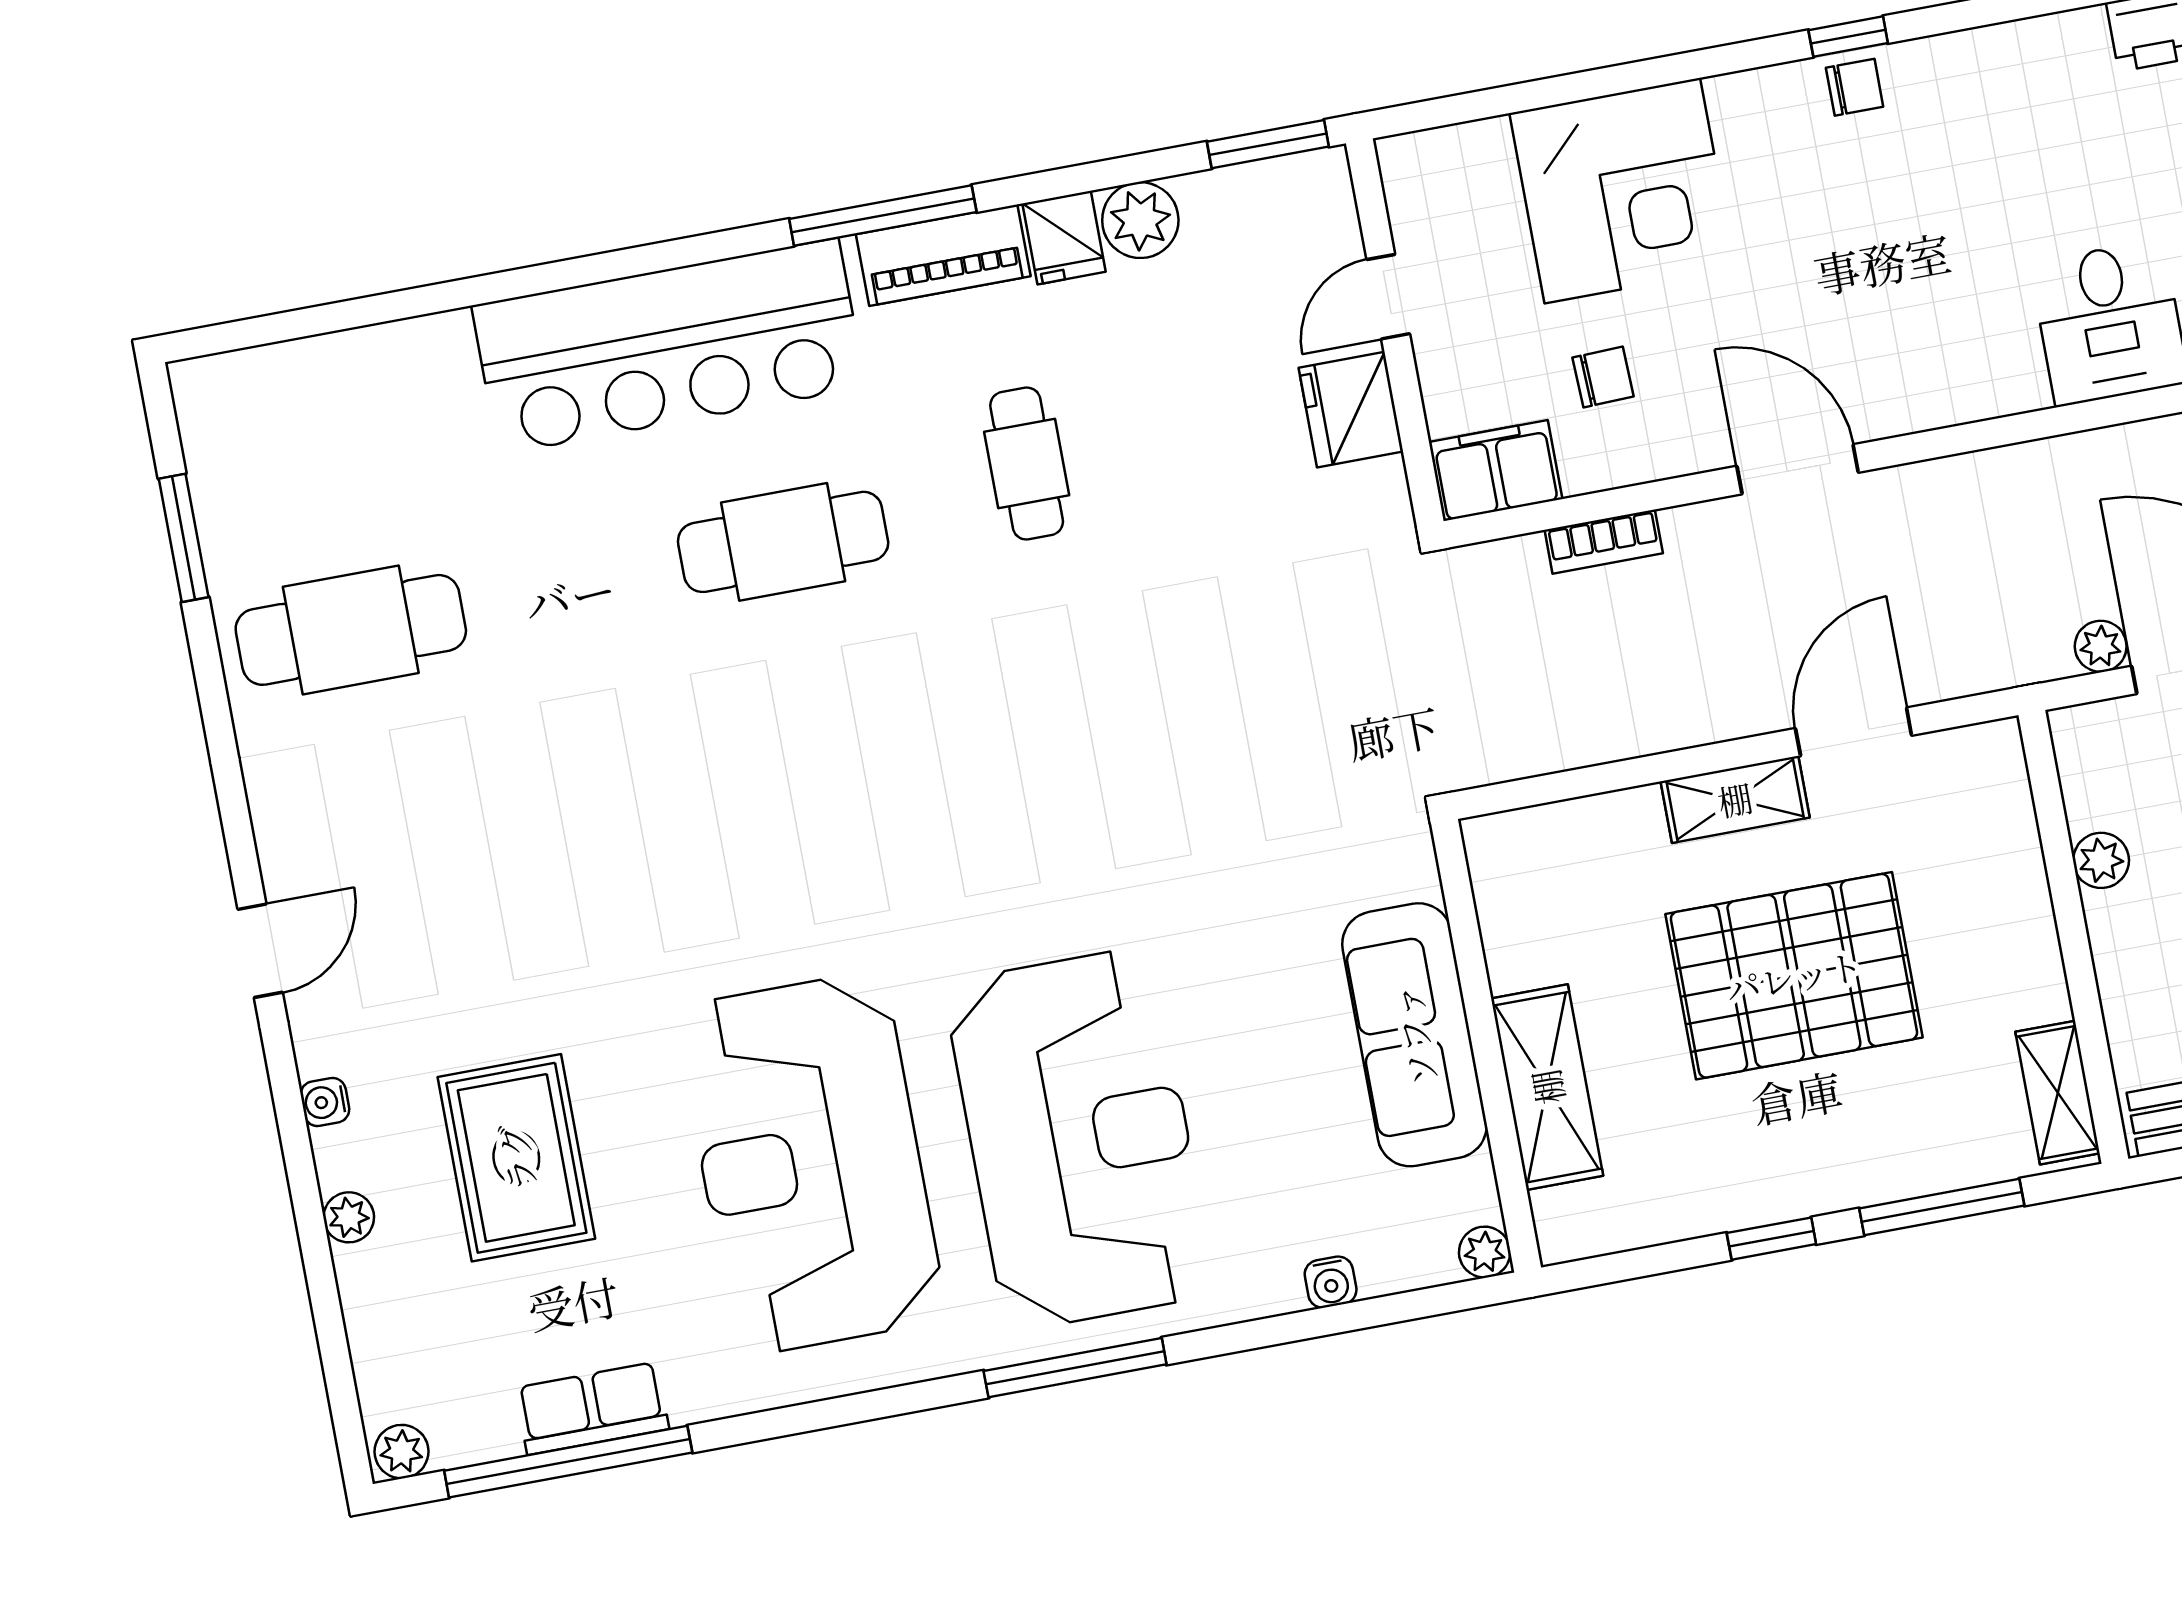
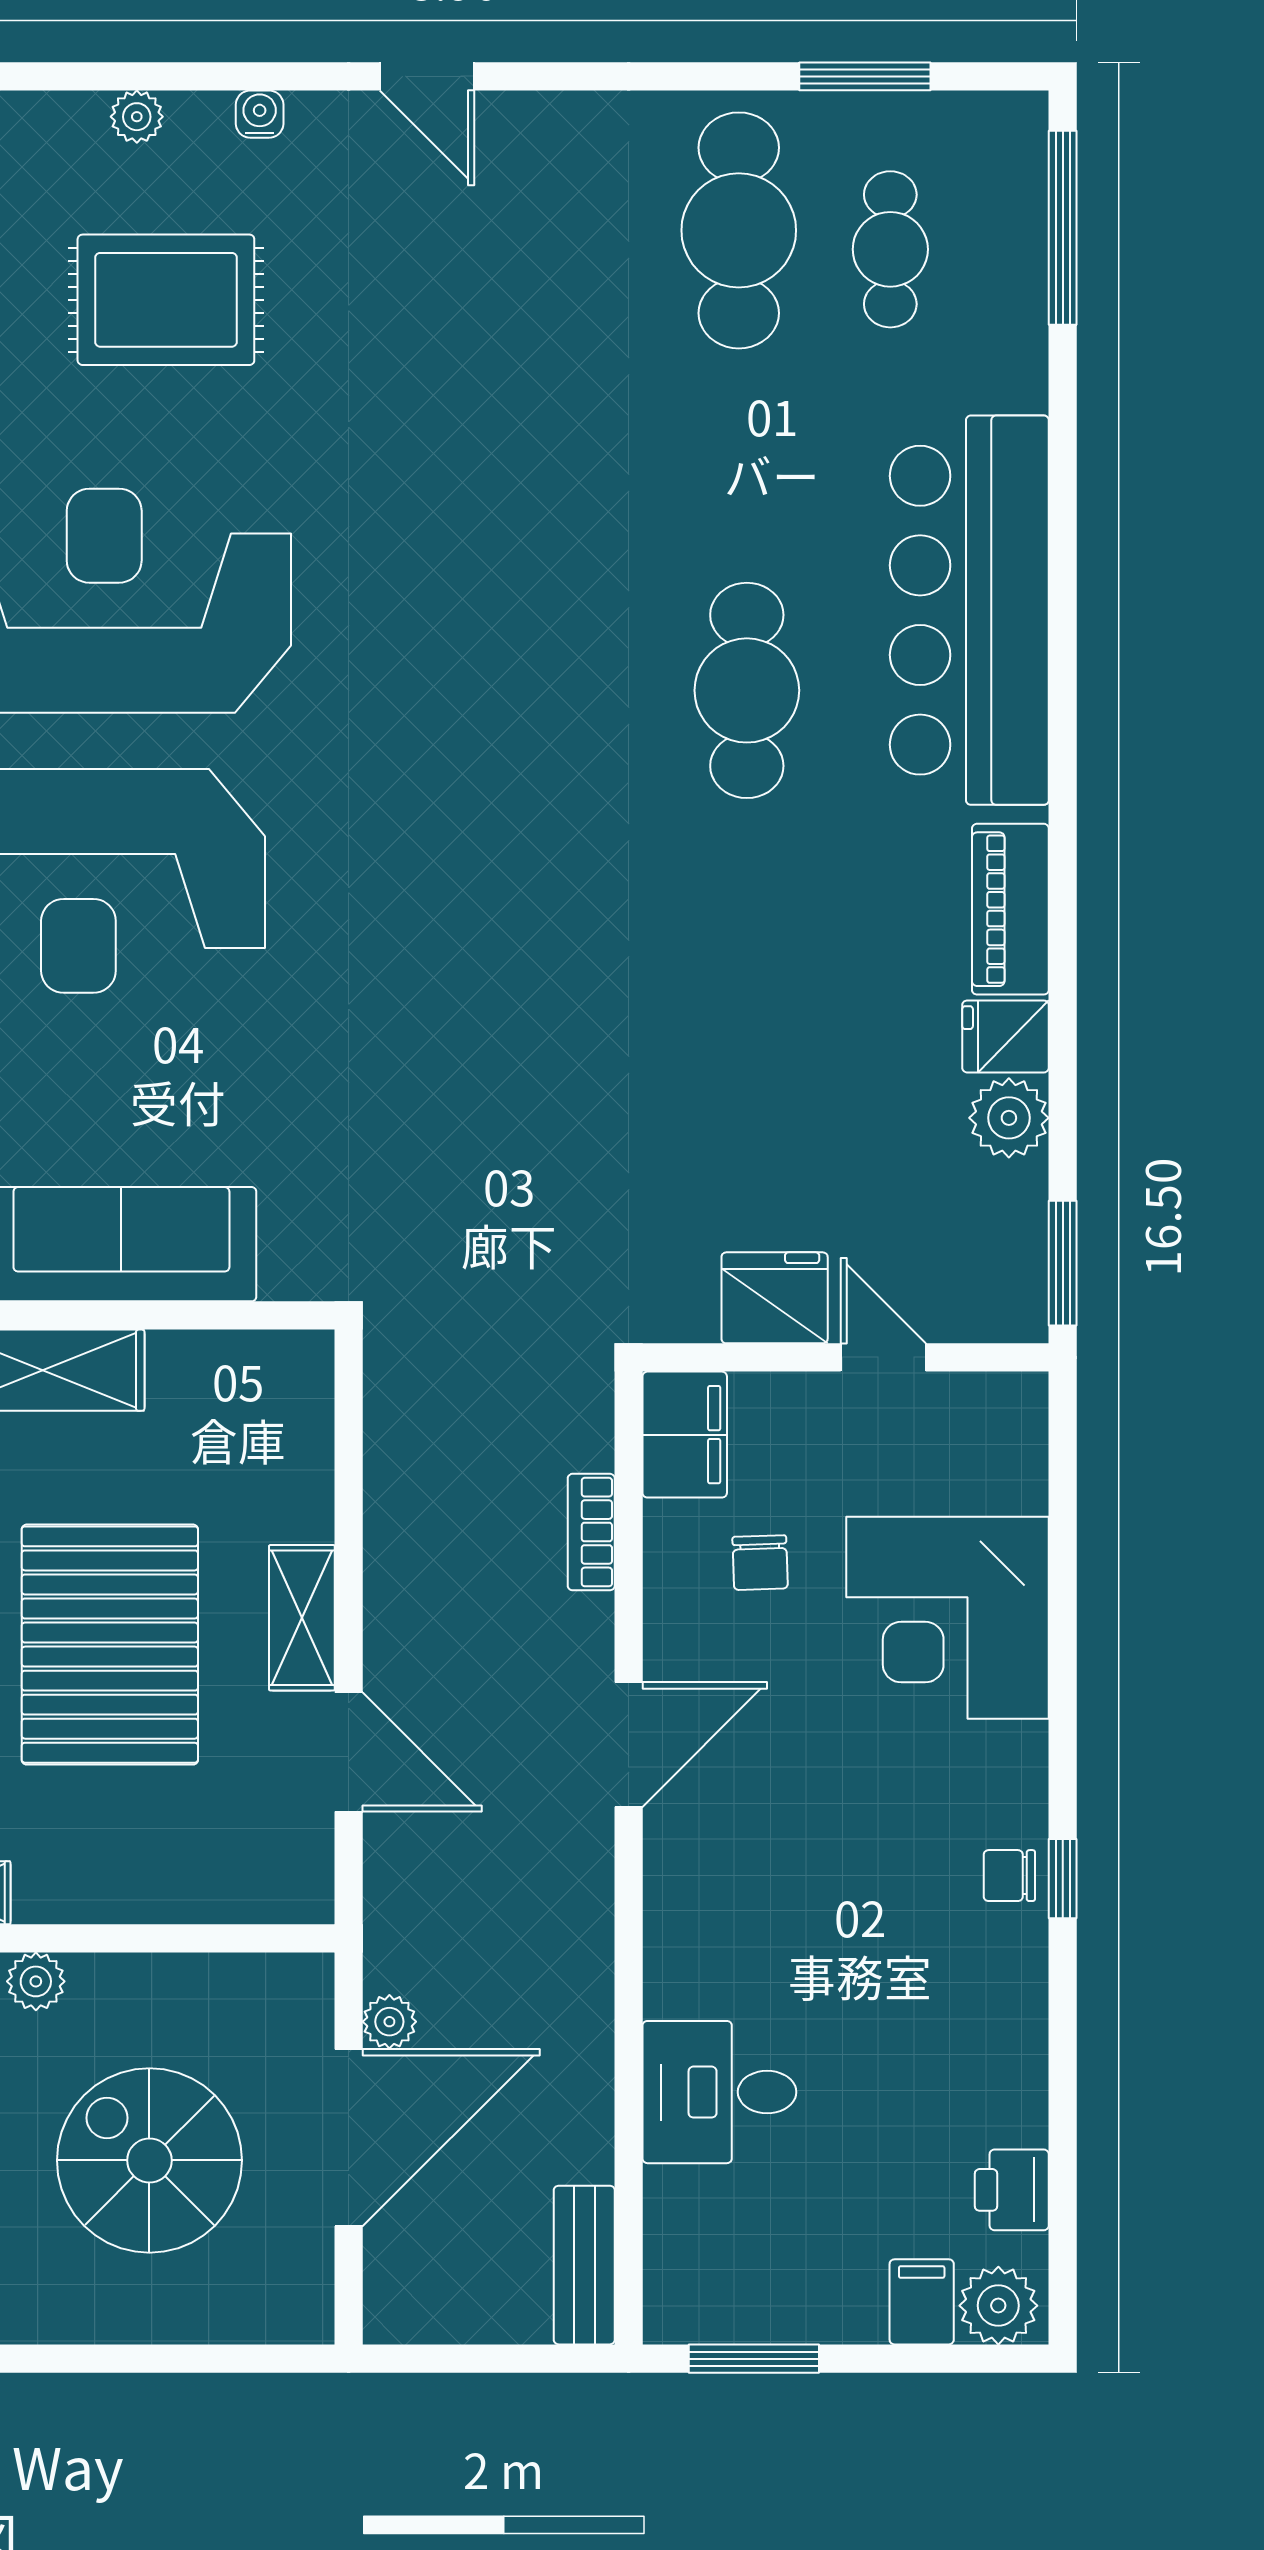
chair: (1855, 87) -> (1009, 1876), turned 90
window: (883, 215) -> (1063, 228), moved
cafe table: (1027, 464) -> (890, 249), moved, turned 90
plant: (2101, 860) -> (36, 1981), moved

